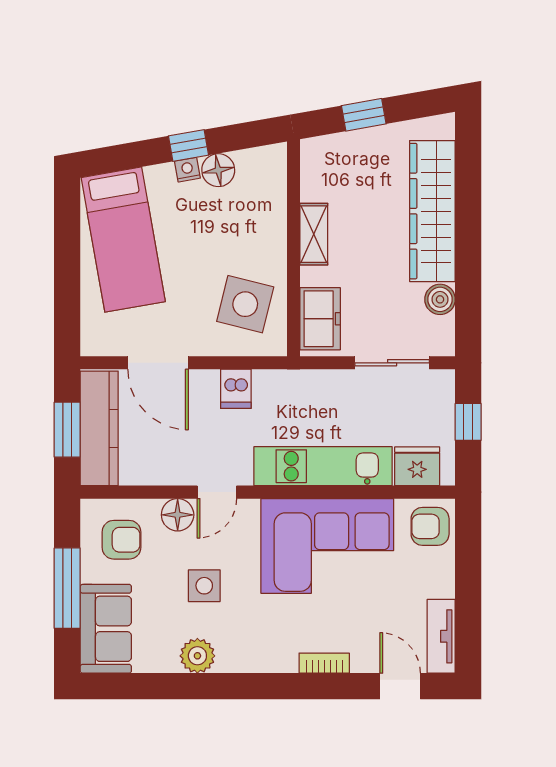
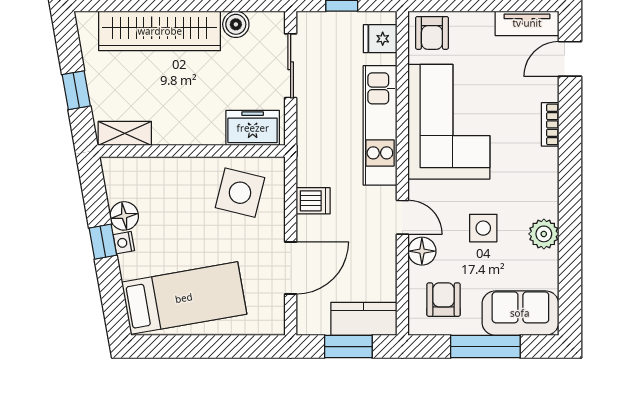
shelving: (314, 234) -> (125, 133), moved
kitchen counter: (99, 428) -> (364, 319), width x0.67
fridge: (417, 466) -> (380, 39), width x0.72

